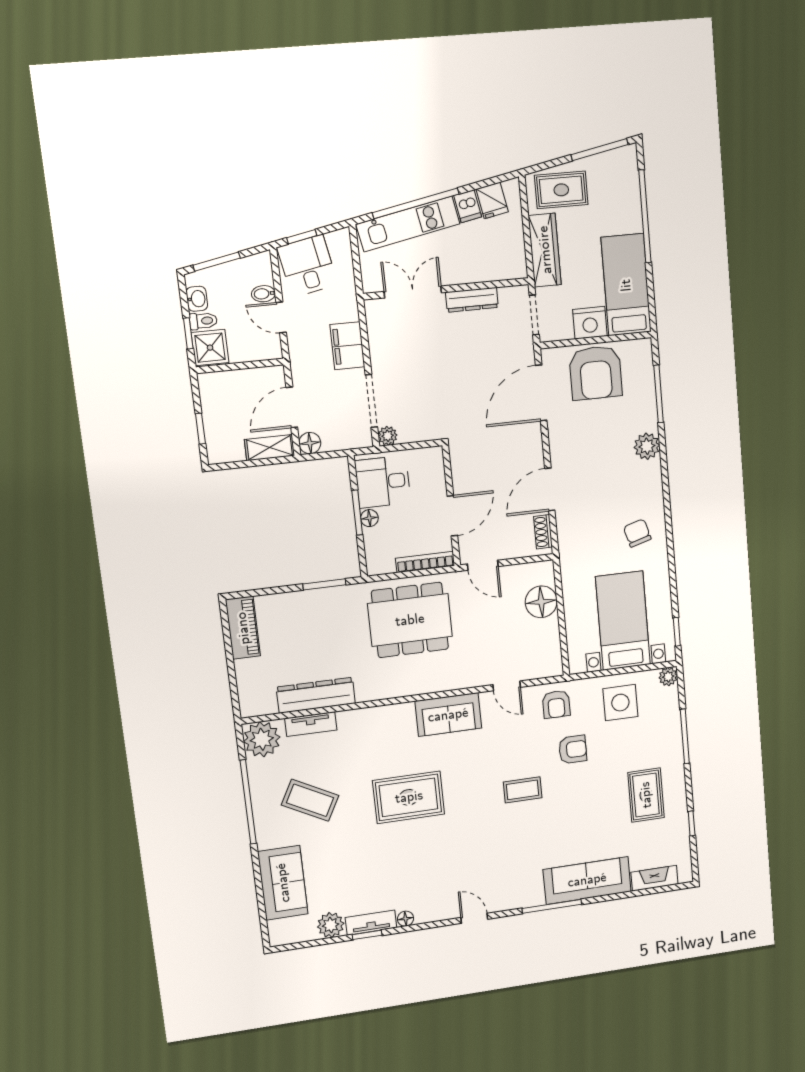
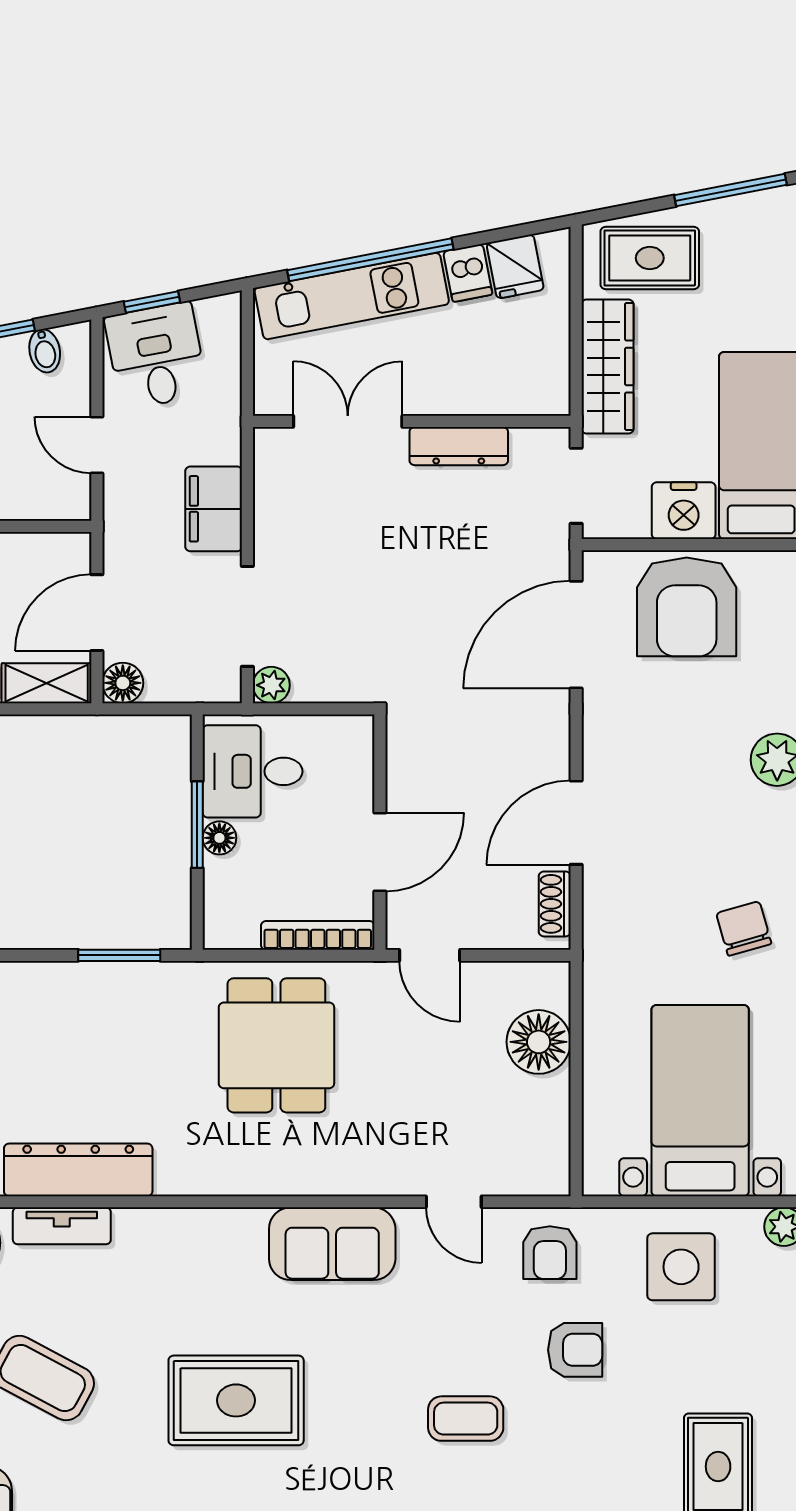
bidet: (263, 294) -> (45, 351), moved, turned -101
dining table: (410, 620) -> (276, 1045), width x0.73

